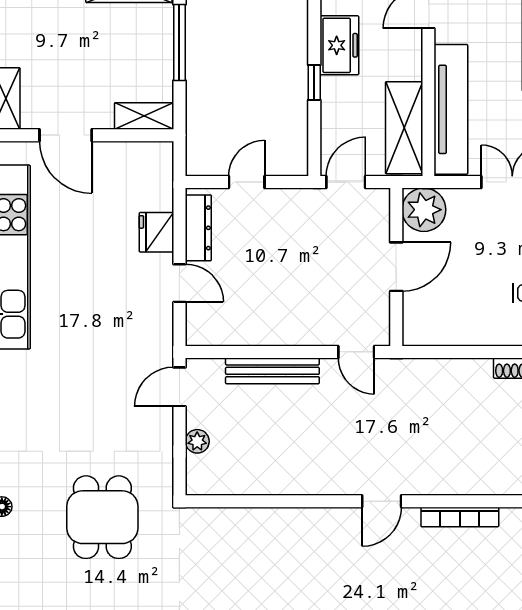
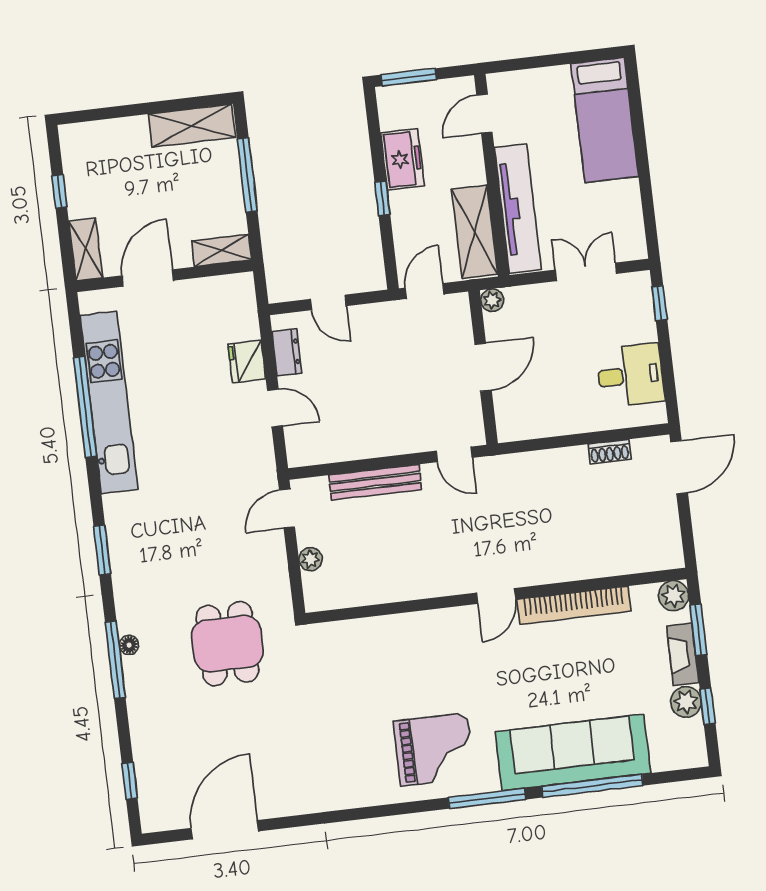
door: (66, 135) -> (148, 278), swing flipped
door: (247, 182) -> (329, 302), swing flipped
plant: (424, 210) -> (492, 300), width x0.53, depth x0.53
dresser: (198, 228) -> (287, 352), width x0.70
bookcase: (460, 517) -> (574, 605), width x1.48, depth x1.31

